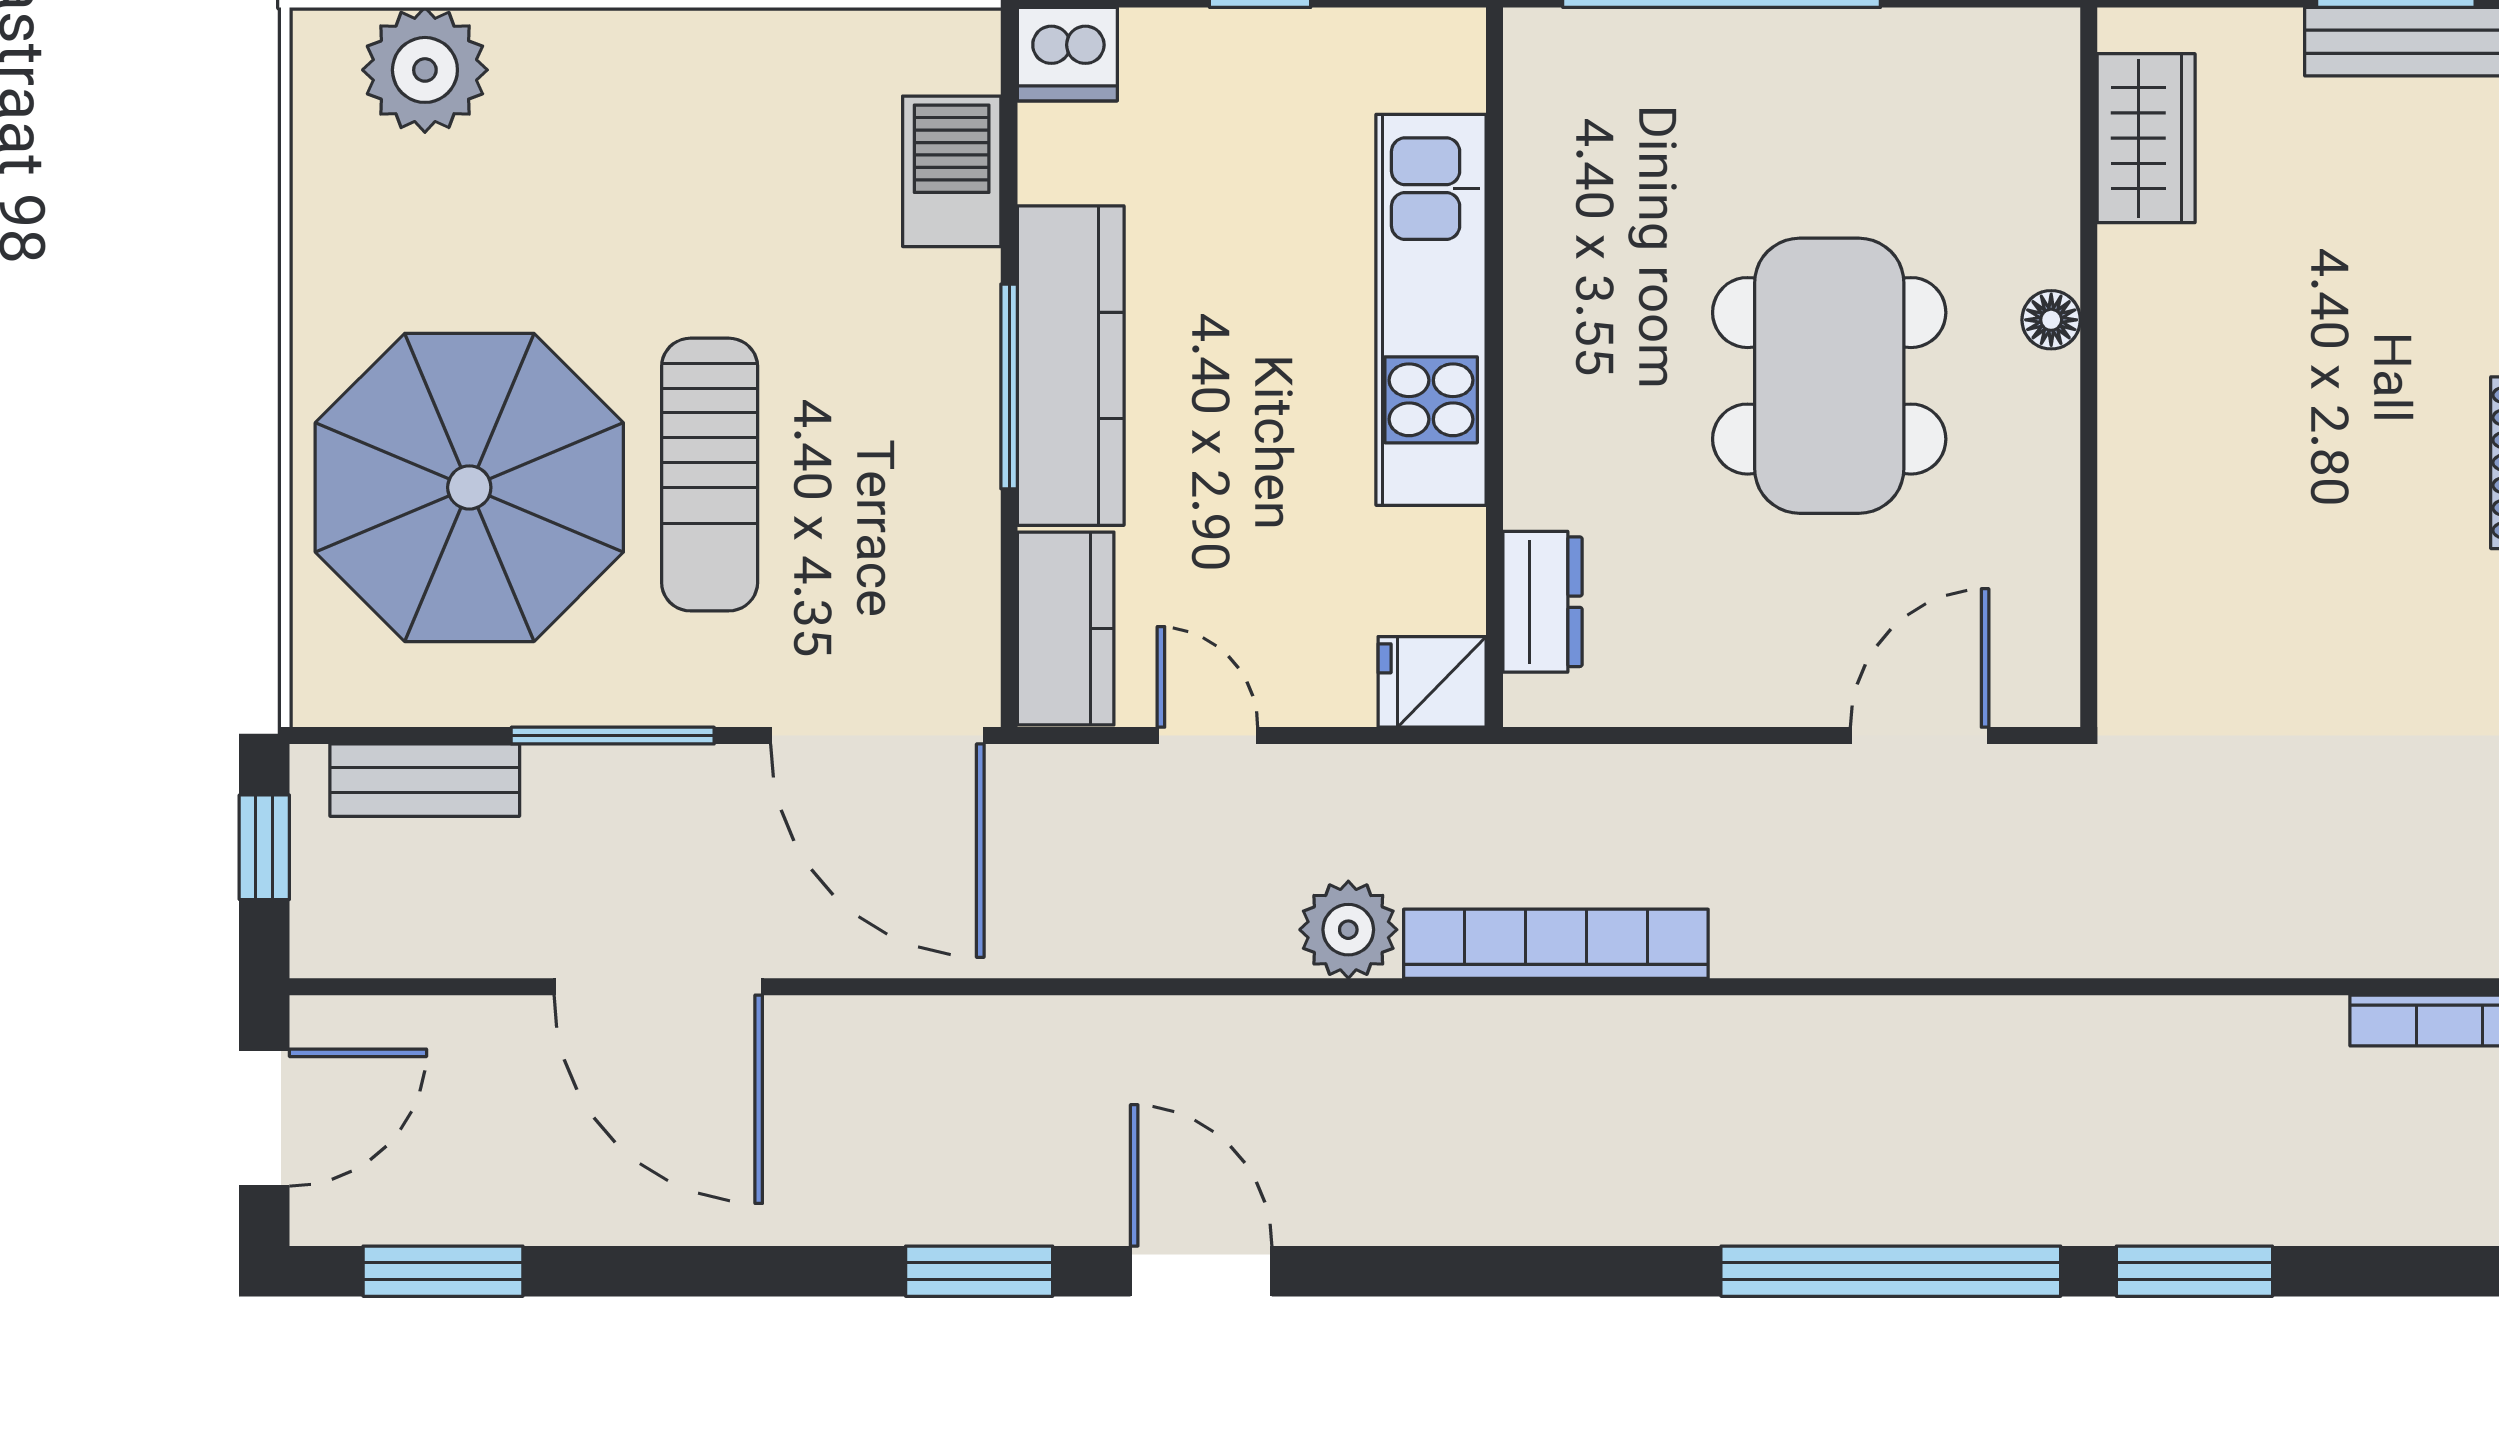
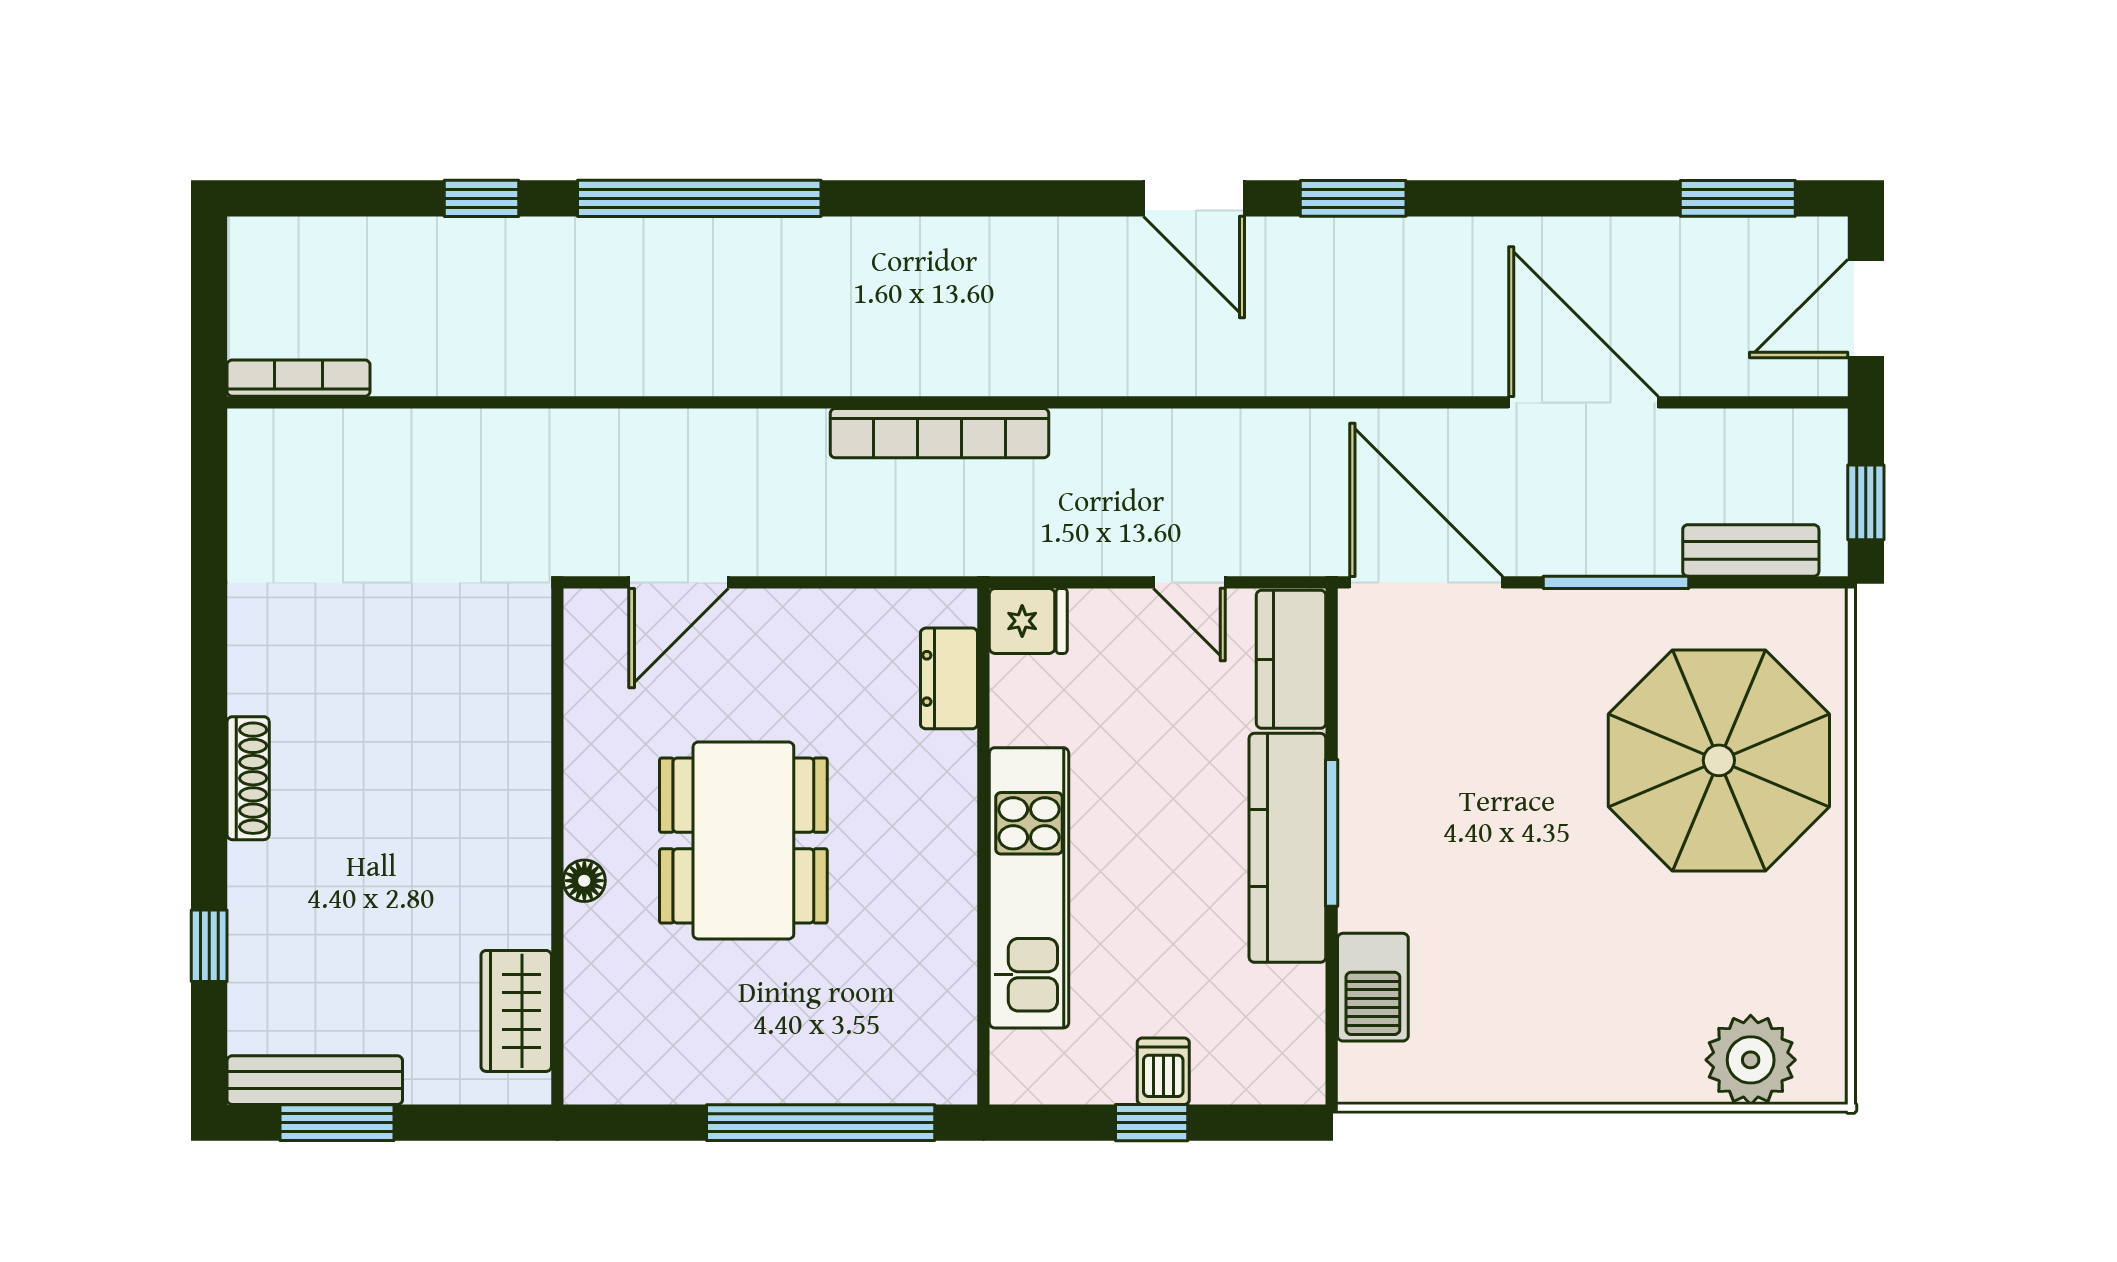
dishwasher: (1067, 54) -> (1163, 1071), moved, width x0.73
sun lounger: (710, 475) -> (1546, 770), removed
plant: (1348, 930) -> (1088, 443), removed
window: (2194, 1271) -> (481, 198), width x0.67

